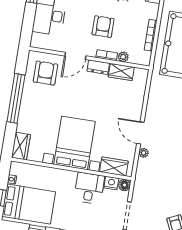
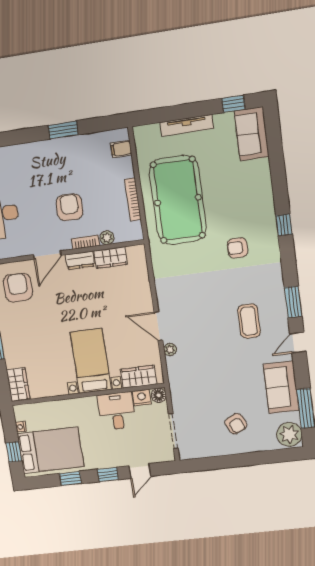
bed with nightstands: (74, 143) -> (91, 361), width x0.73

